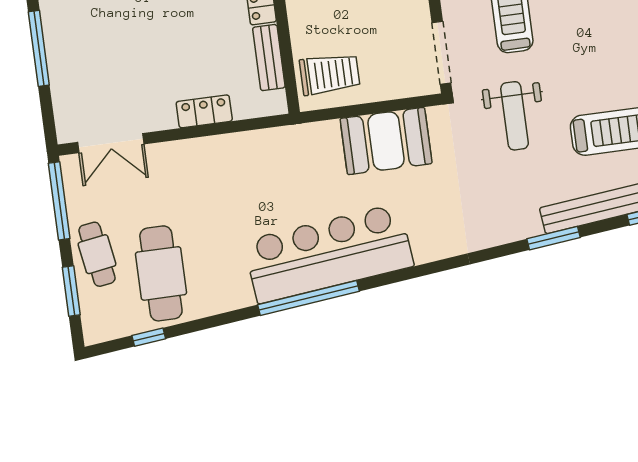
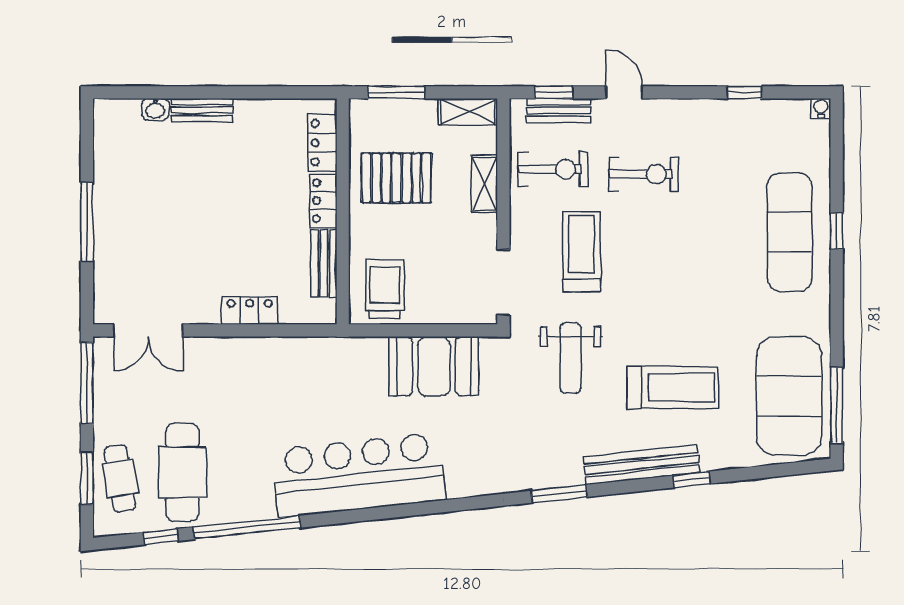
trolley: (330, 74) -> (385, 289), turned -90
window: (553, 238) -> (559, 494), moved
cafe table: (97, 254) -> (120, 478), moved
window: (309, 298) -> (247, 527), moved

